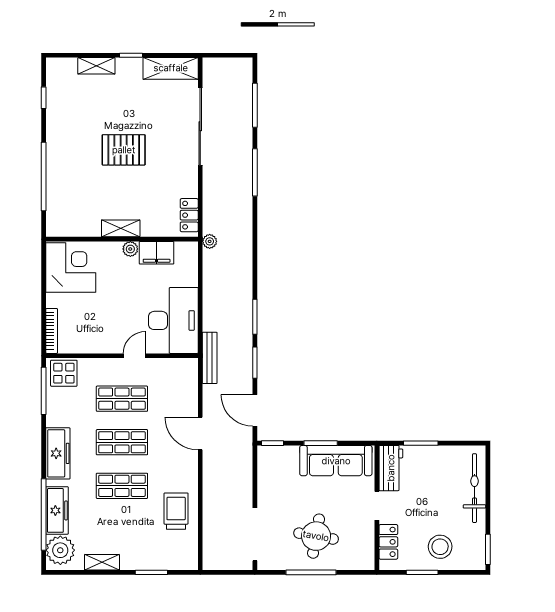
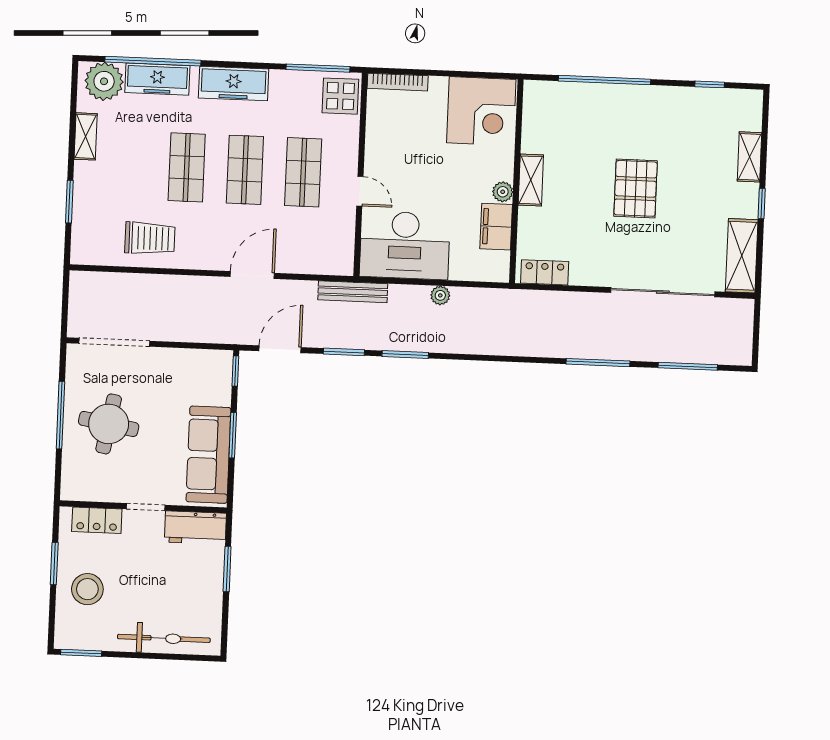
plant: (210, 241) -> (440, 295), moved

